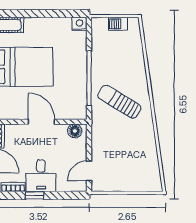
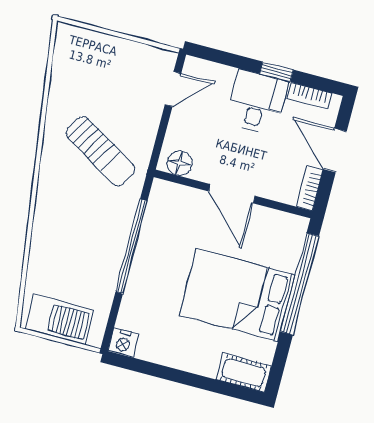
barbecue: (118, 24) -> (59, 320), width x1.88, depth x1.53
sun lounger: (119, 102) -> (101, 151), moved

